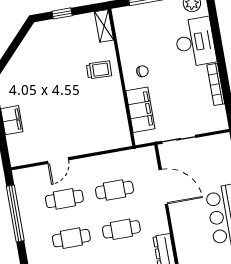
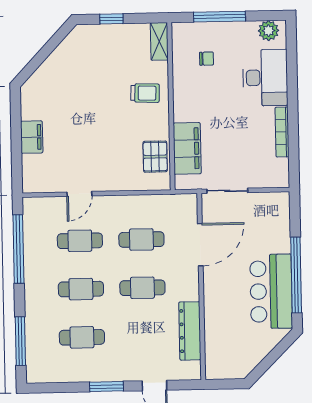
chair: (142, 71) -> (207, 59), moved
pallet: (115, 120) -> (155, 157), added
door: (163, 187) -> (200, 245), hinge flipped

